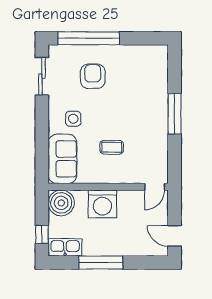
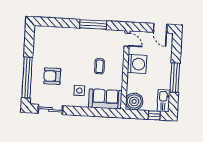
window: (175, 114) -> (93, 24), moved
washing machine: (102, 204) -> (137, 64), moved
door: (175, 236) -> (160, 28), hinge flipped

